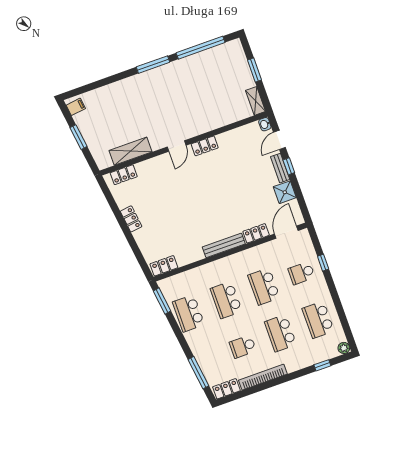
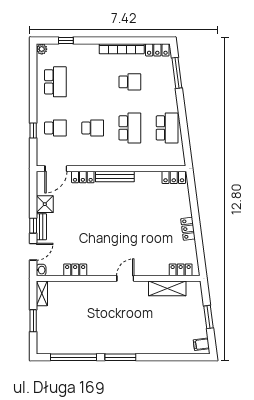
locker: (205, 146) -> (75, 270), moved
school desk: (264, 286) -> (93, 128), width x0.54
window: (162, 301) -> (187, 147), removed
school desk: (280, 333) -> (93, 82), removed

